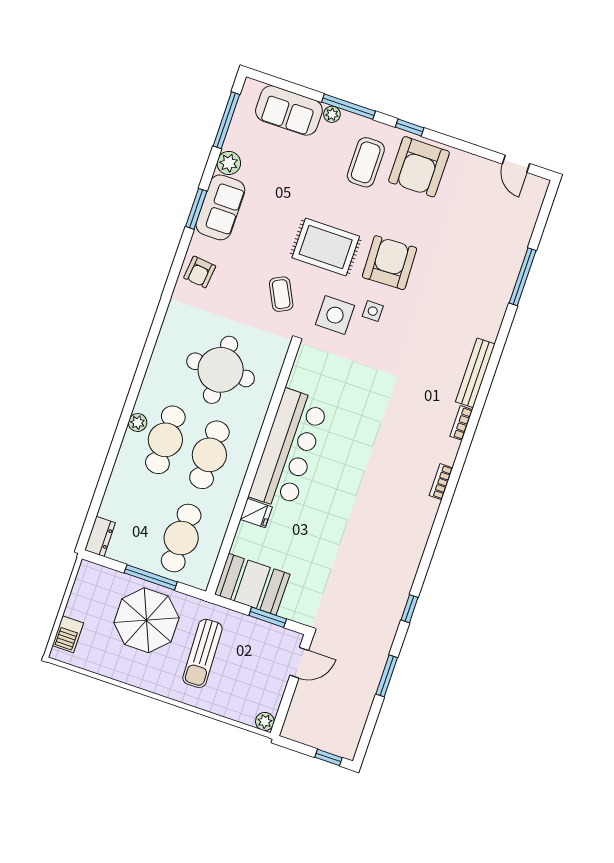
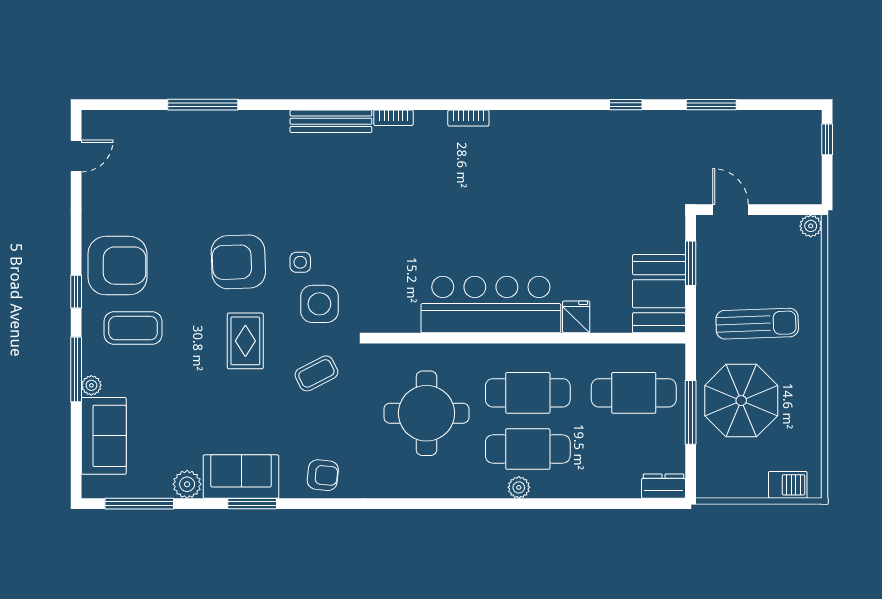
rug: (326, 247) -> (245, 341), width x0.73, depth x0.70

